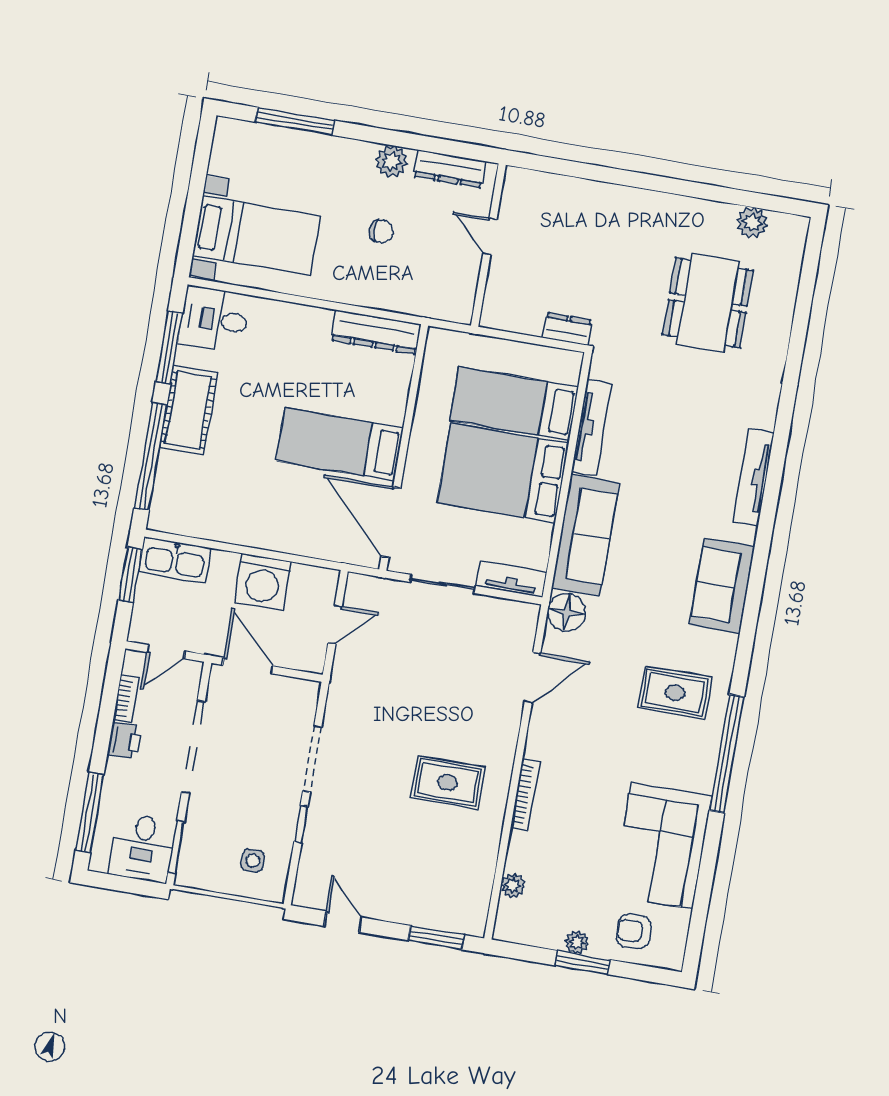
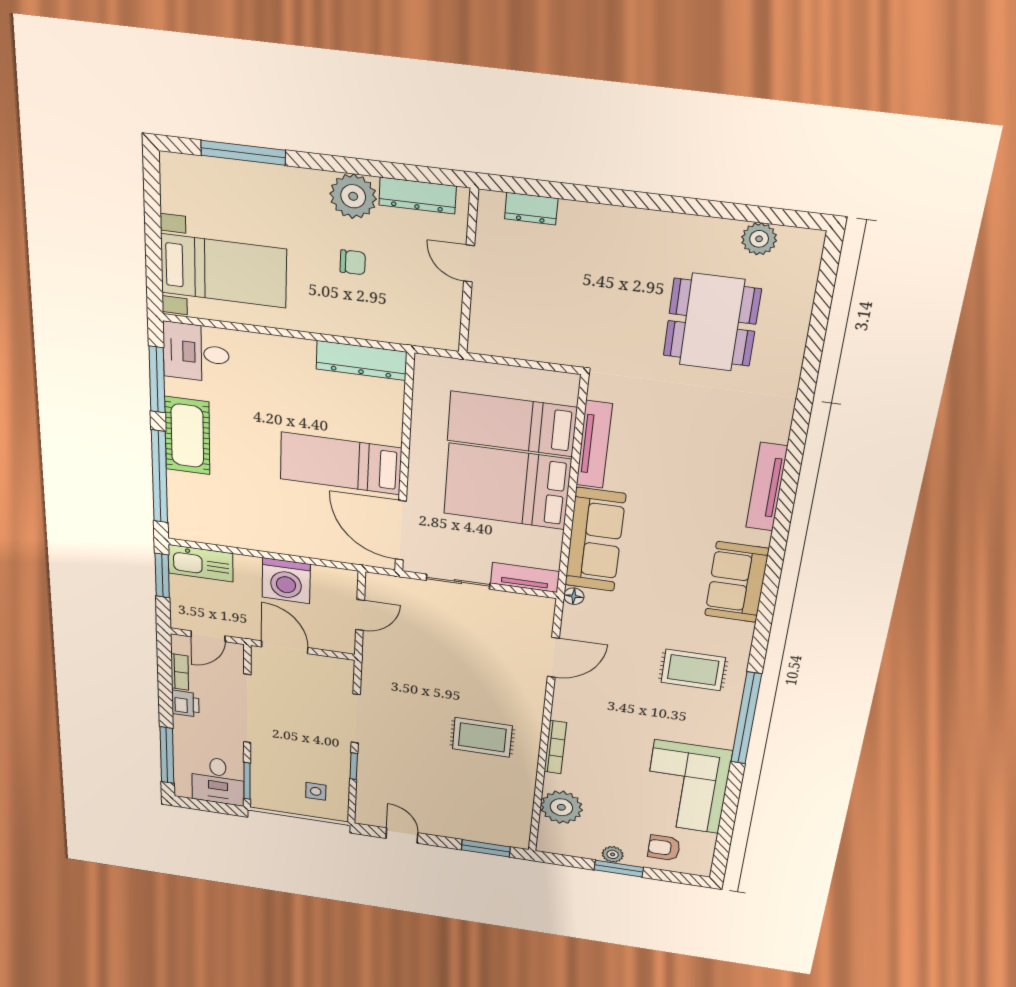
plant: (391, 161) -> (353, 196), width x1.36, depth x1.36
dresser: (567, 329) -> (531, 209), moved, turned 180
floor lamp: (566, 612) -> (574, 596), width x0.53, depth x0.53
plant: (513, 886) -> (561, 807), width x1.88, depth x1.88

